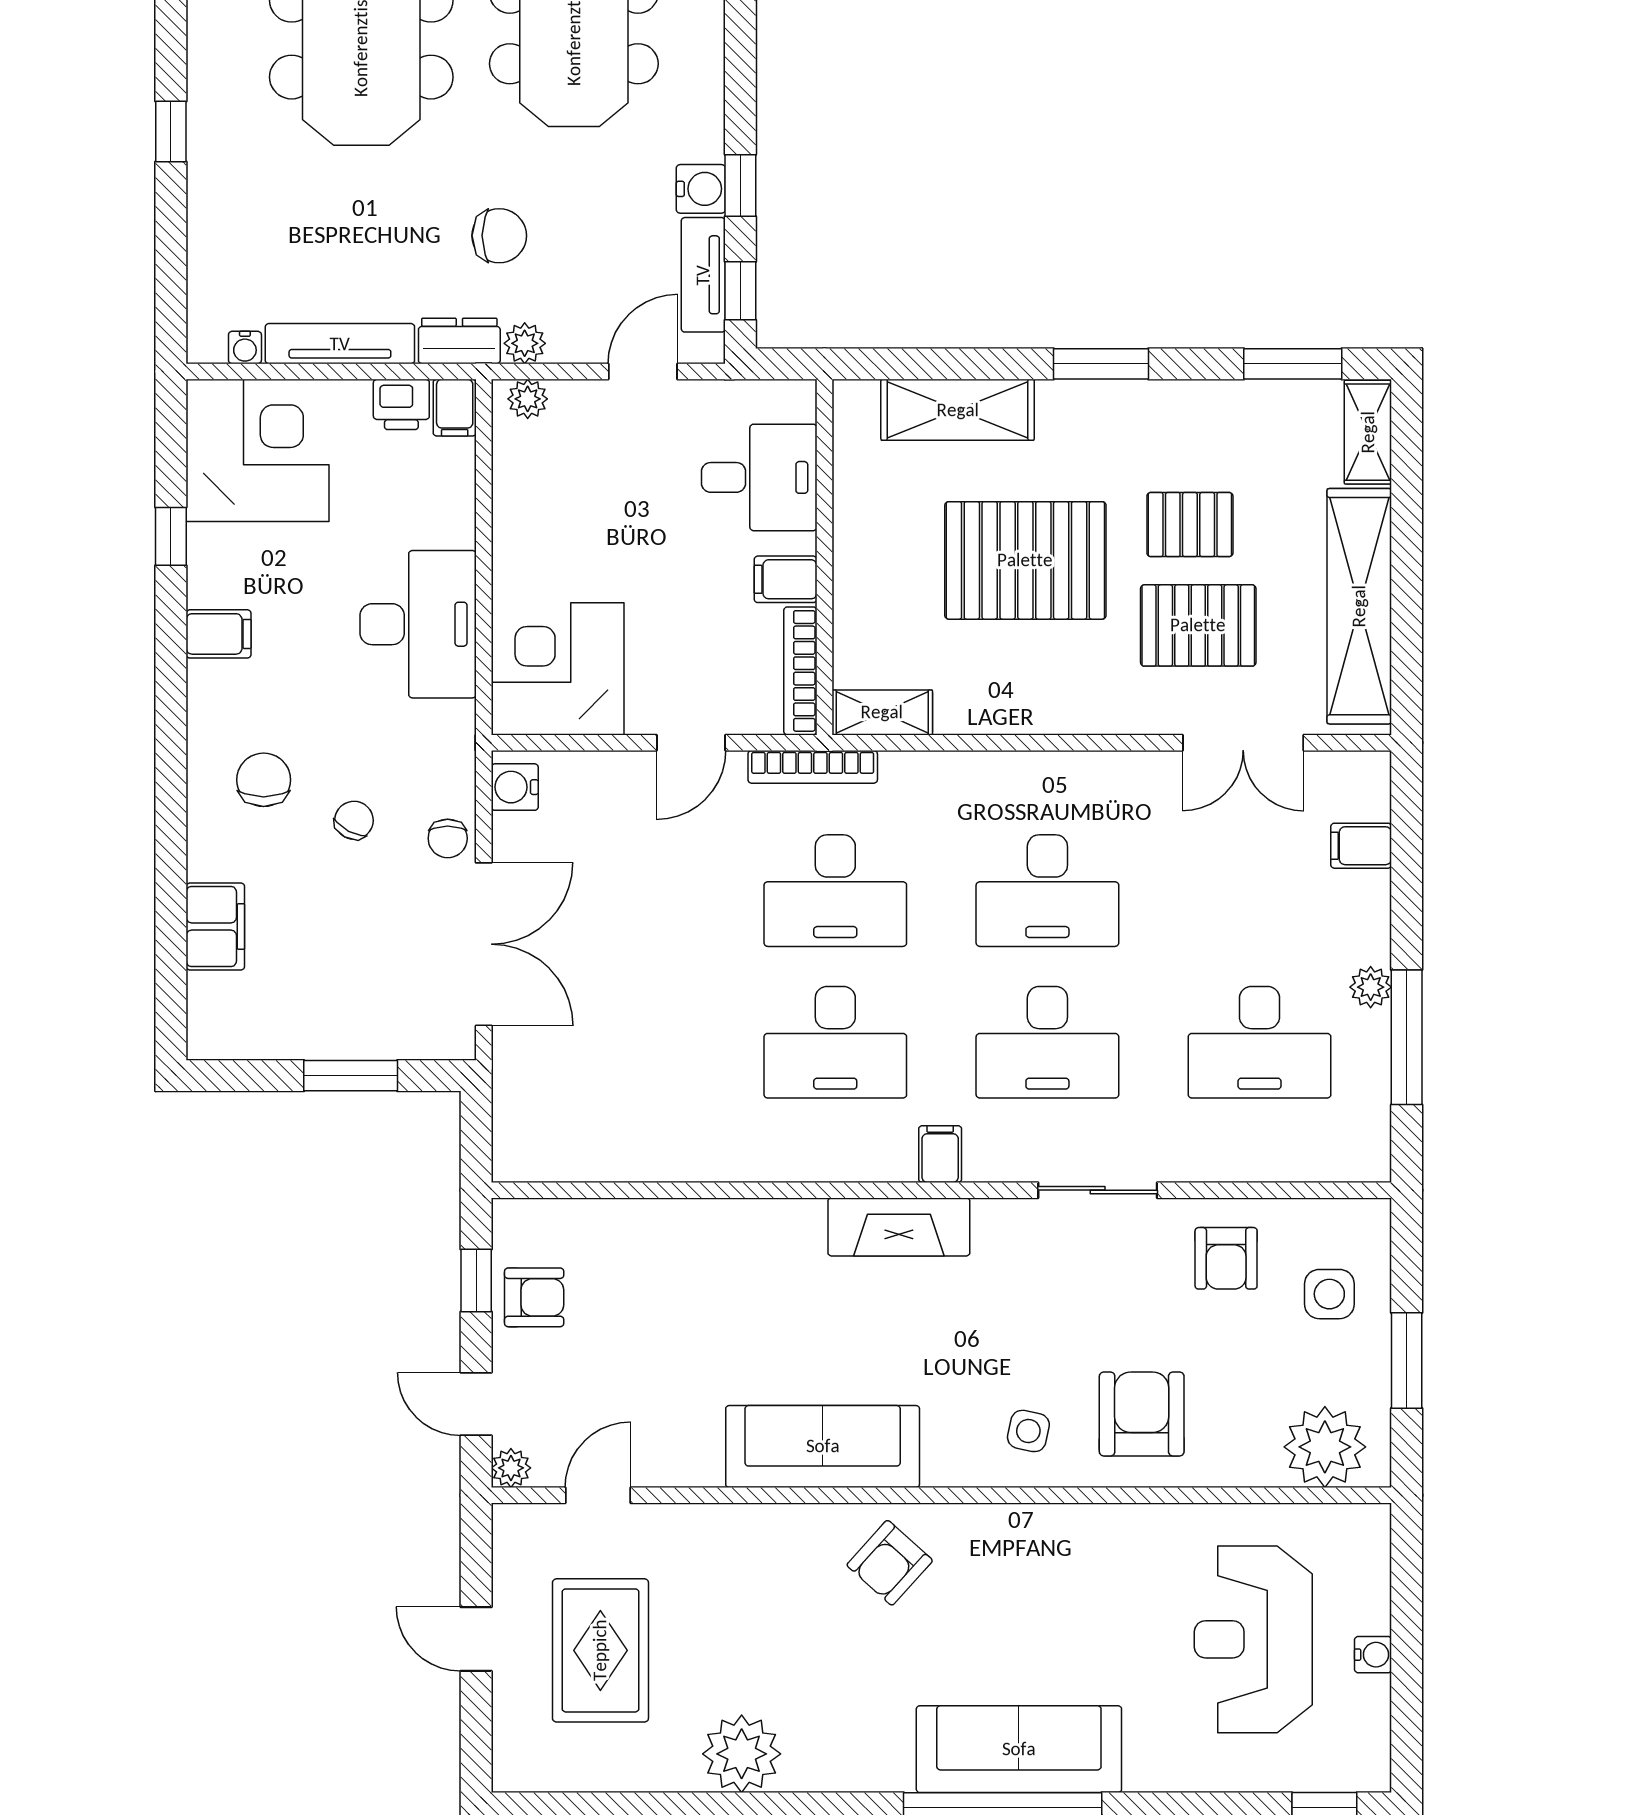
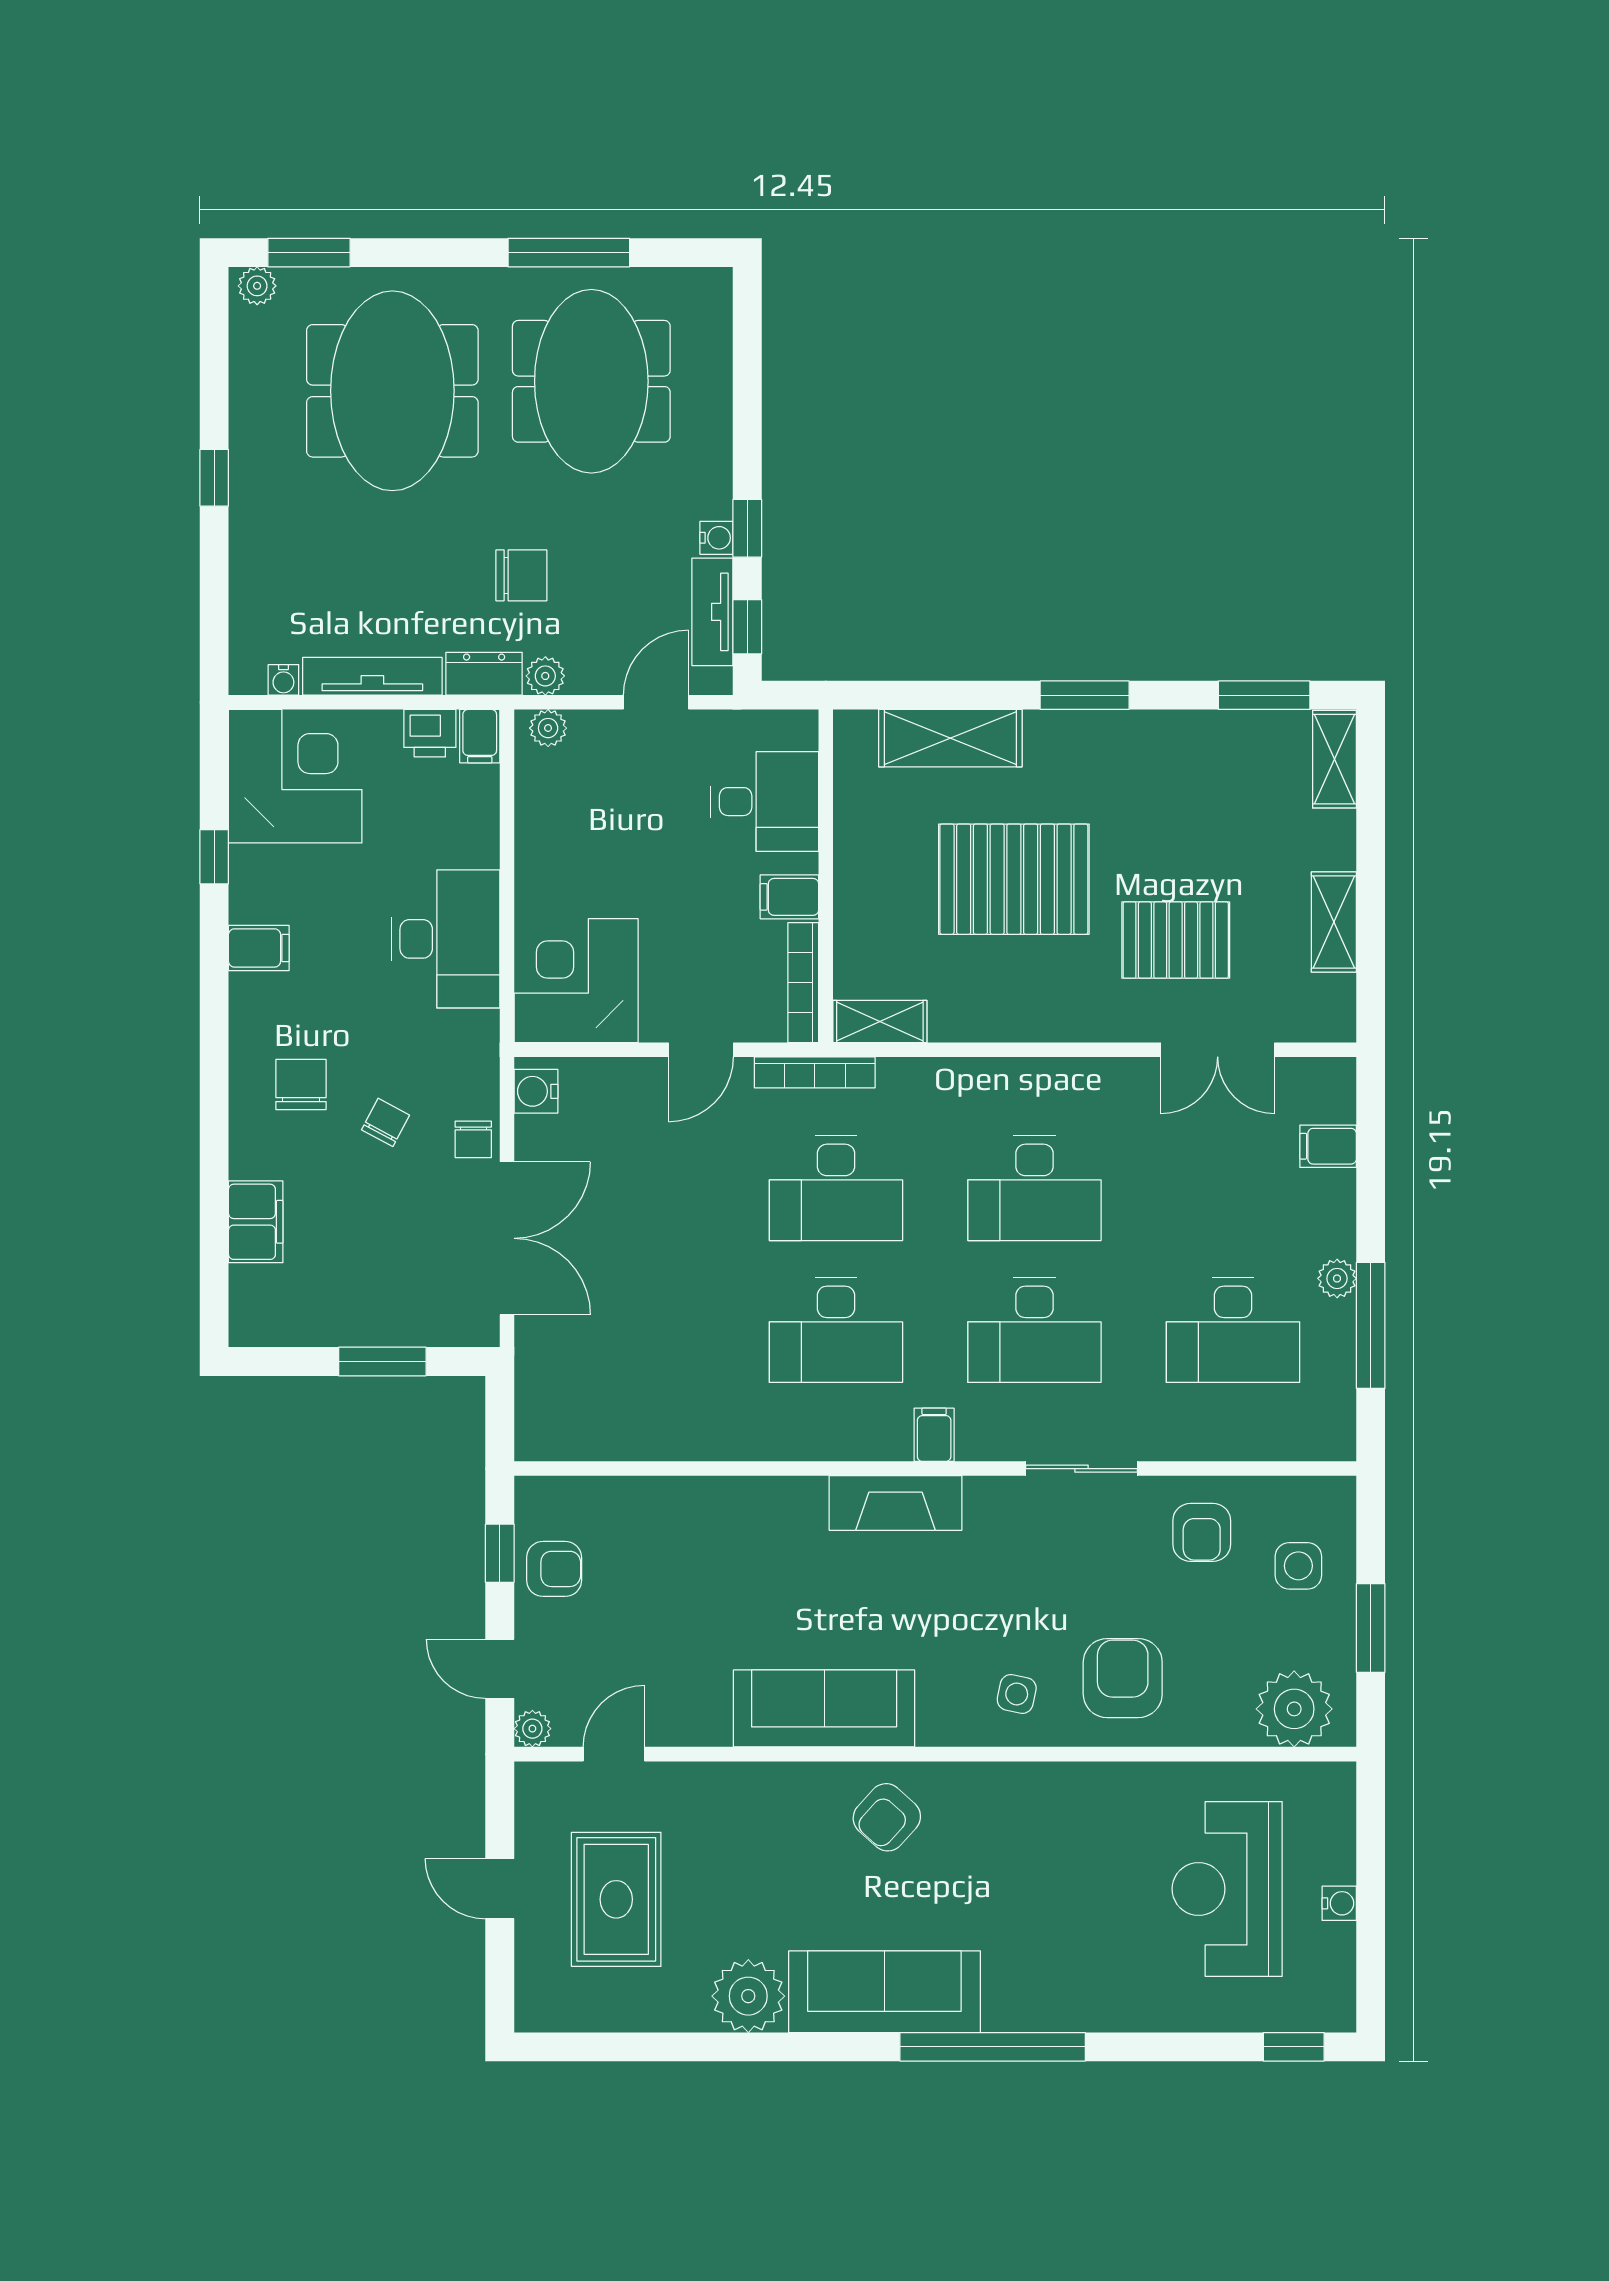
water cooler: (701, 189) -> (716, 538), width x0.72, depth x0.72
pallet: (1190, 525) -> (1168, 846), removed
shelving: (1359, 606) -> (1334, 922), width x0.45, depth x0.75
sofa: (1019, 1749) -> (884, 1992), moved

